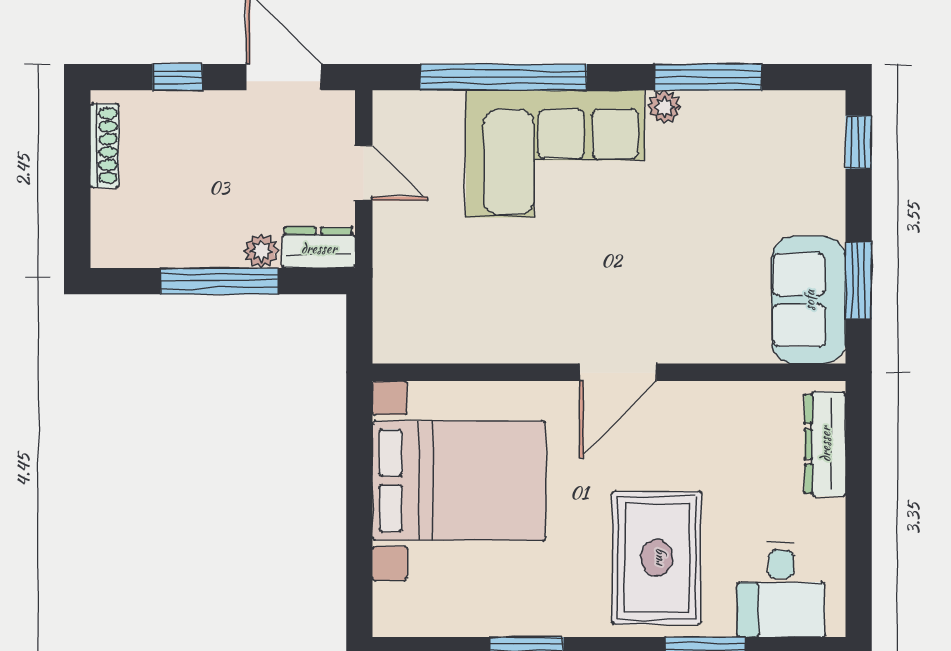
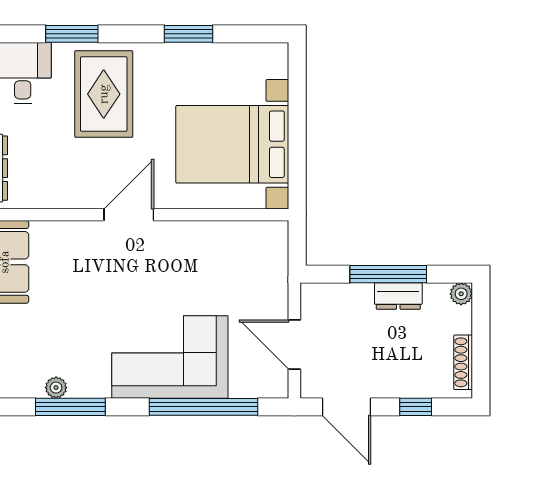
plant: (664, 107) -> (56, 388), moved
door: (364, 173) -> (294, 345), width x1.38
dresser: (319, 248) -> (398, 296), moved
plant: (261, 251) -> (461, 294), moved

